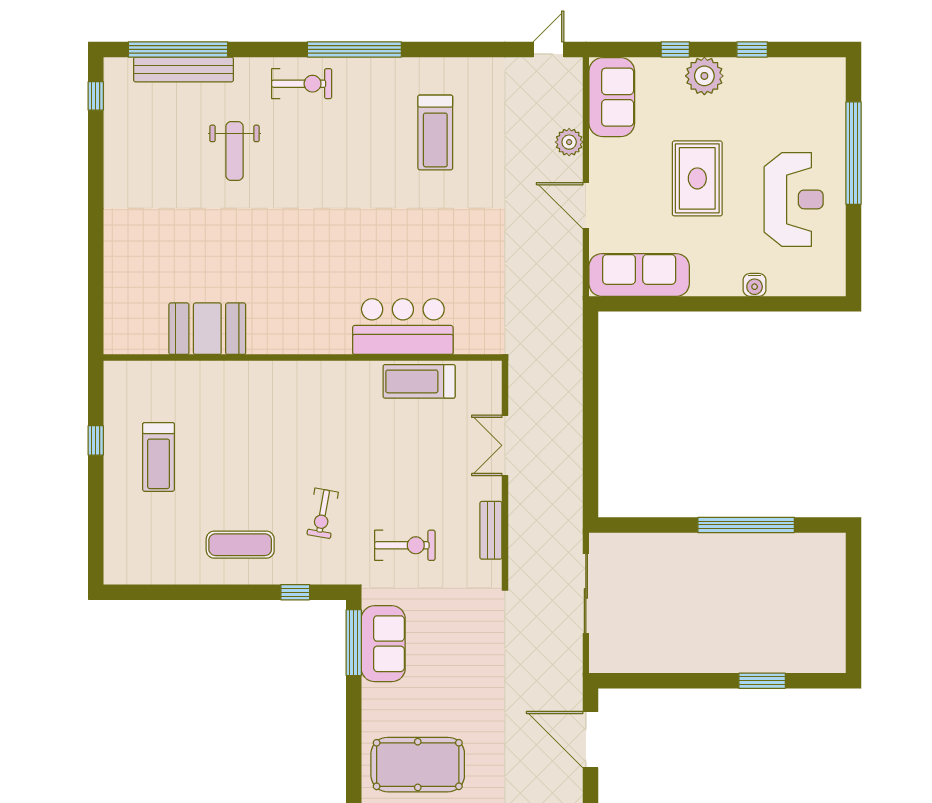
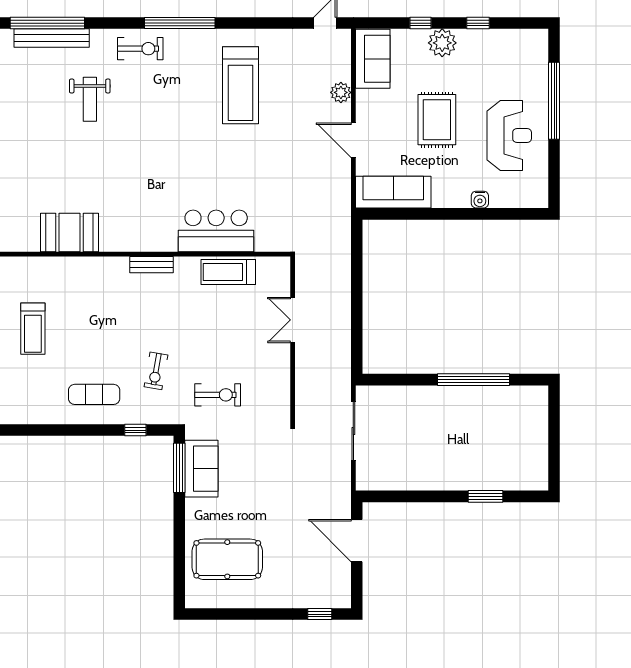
treadmill: (435, 132) -> (240, 85), width x1.37, depth x1.38
bench: (491, 530) -> (151, 265), moved, turned 90

